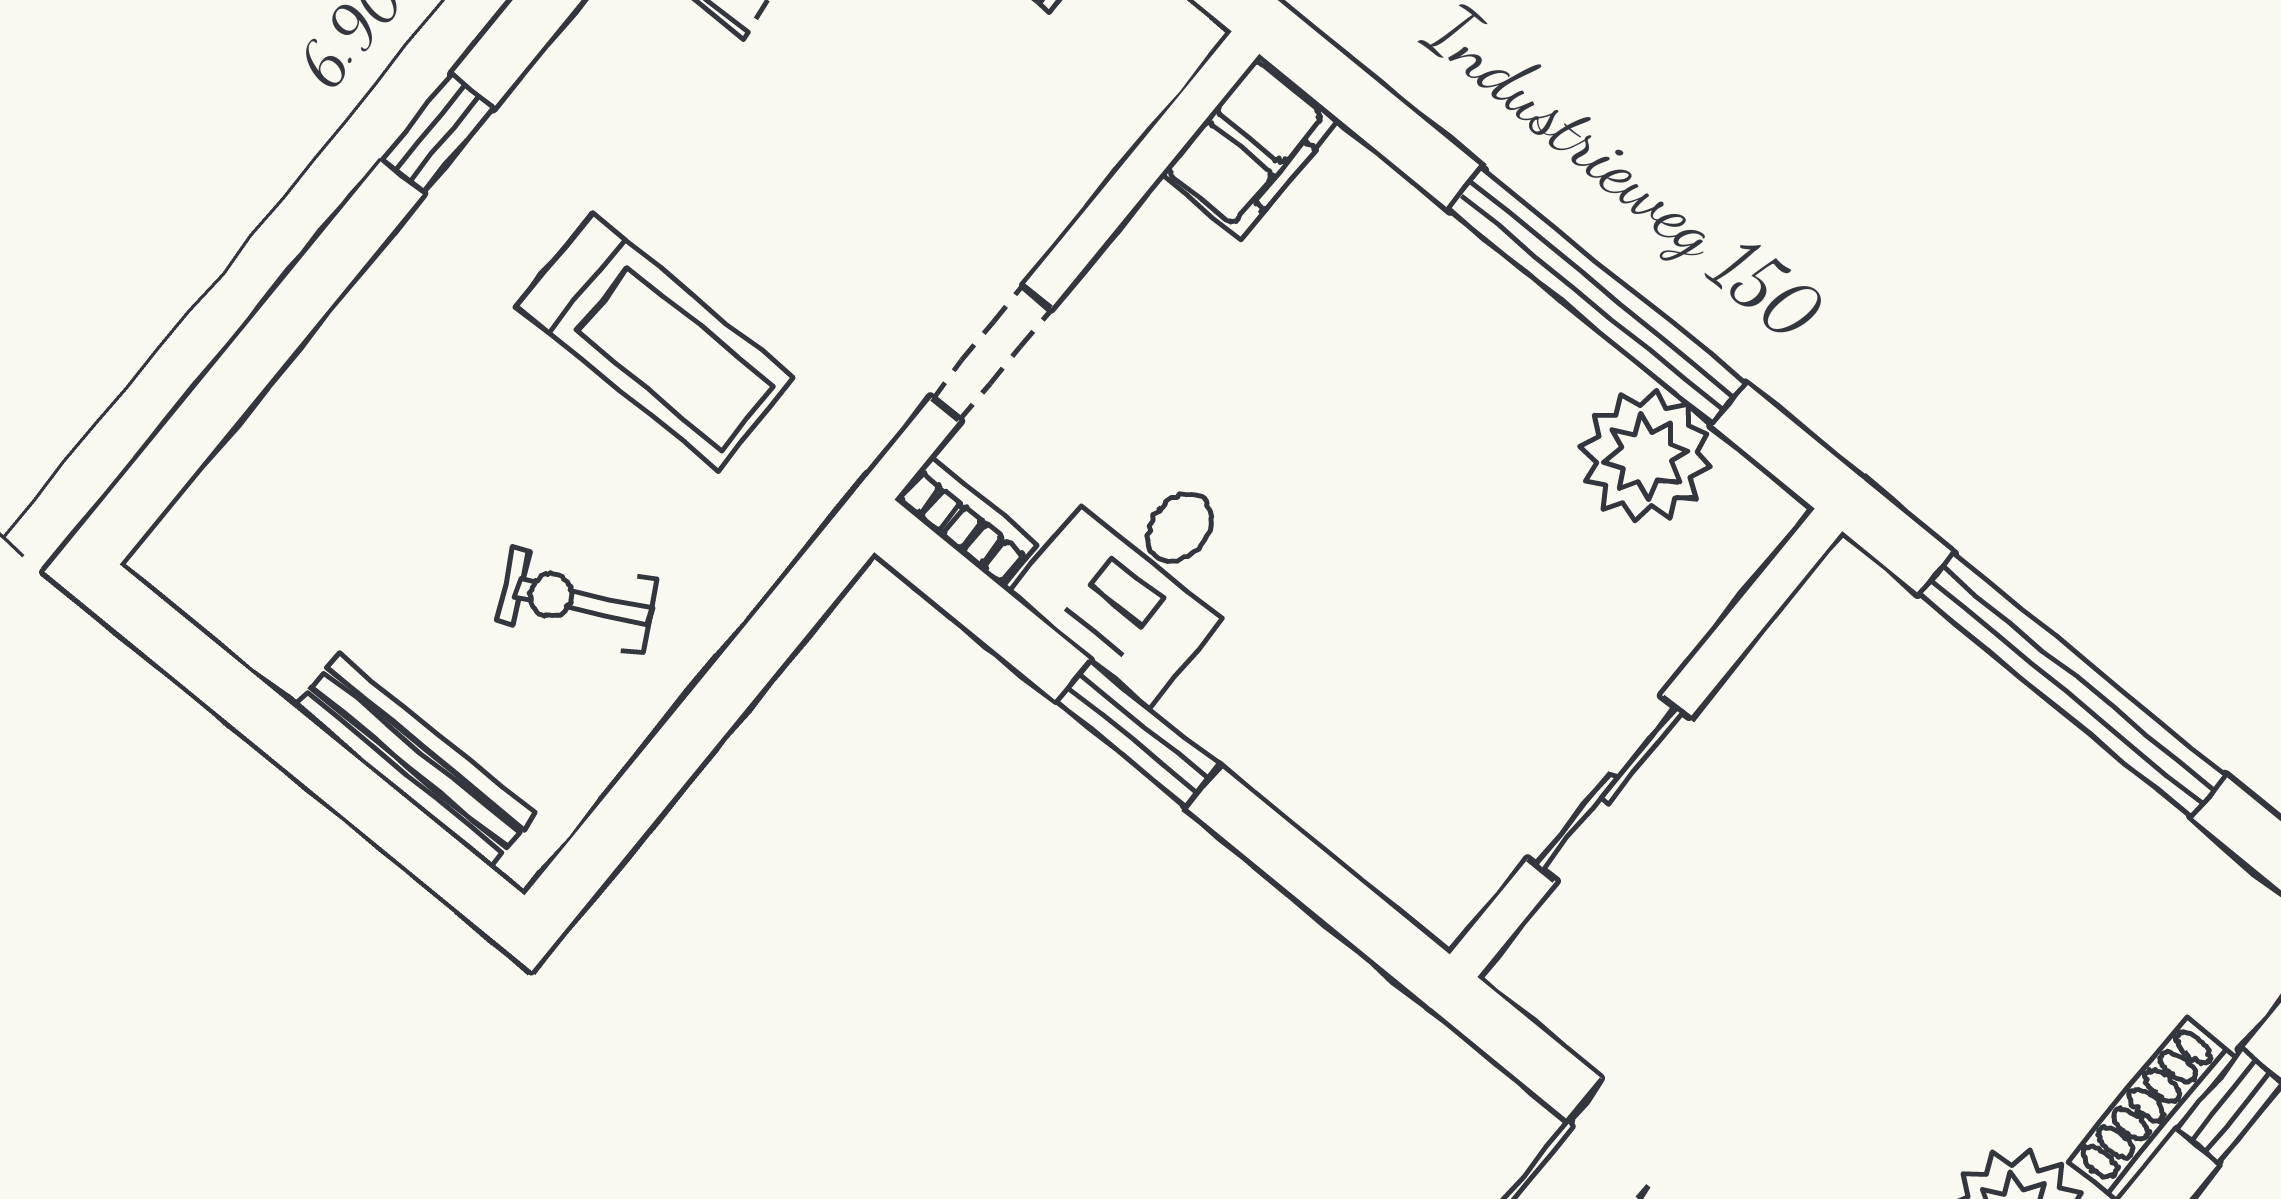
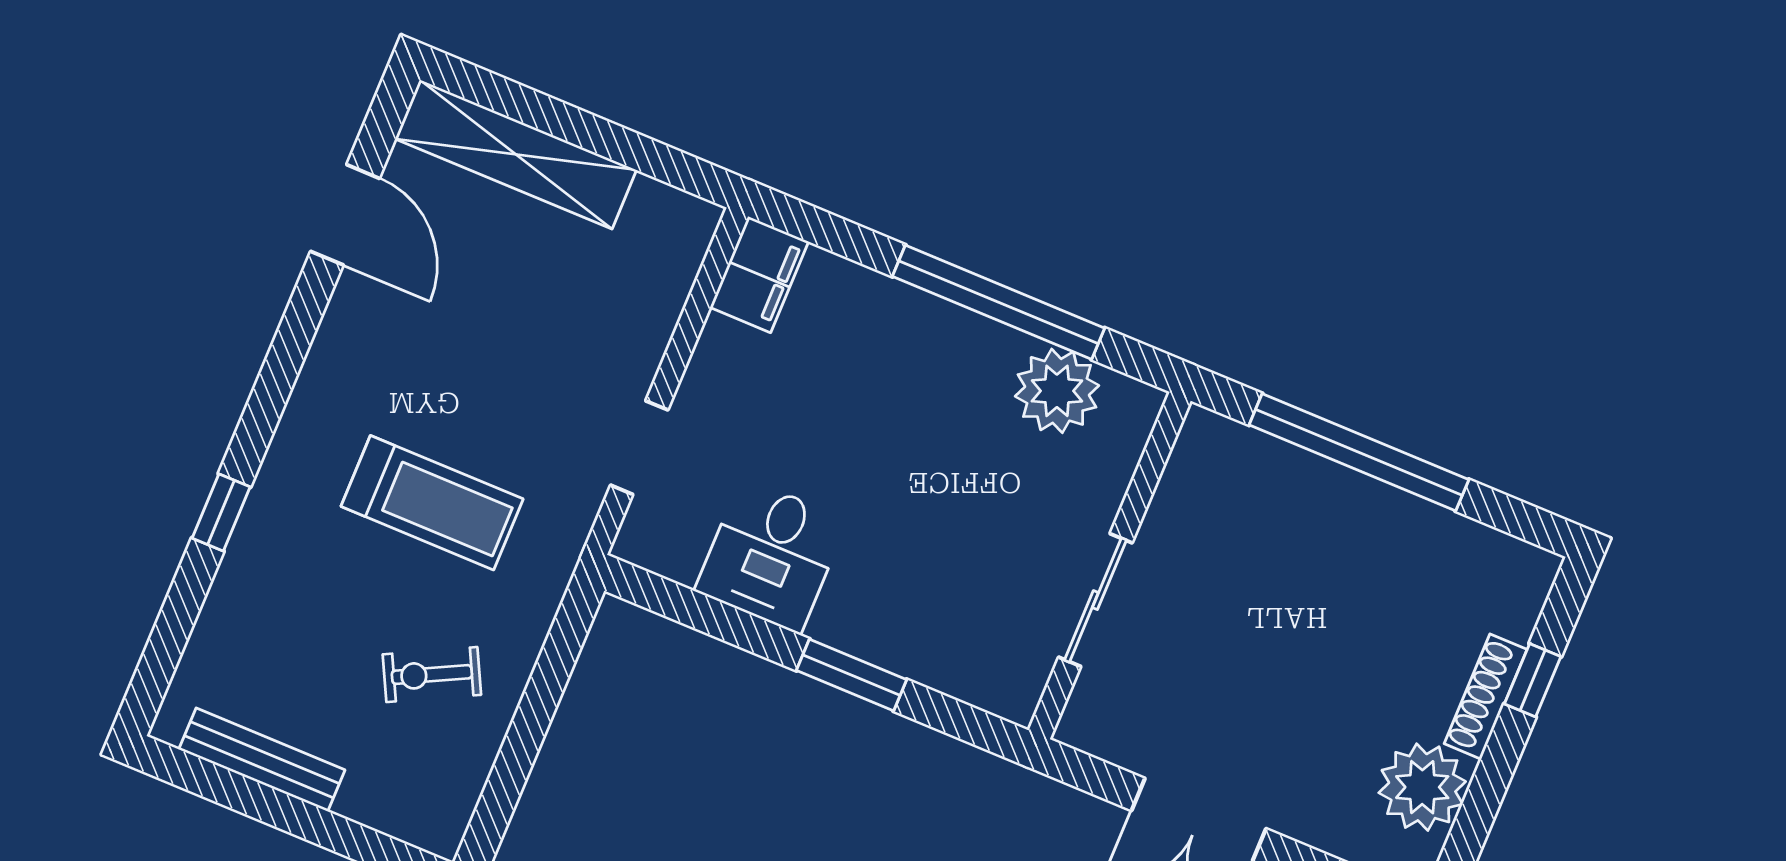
window: (438, 134) -> (221, 512), moved
bookcase: (966, 522) -> (655, 556), removed
window: (1138, 734) -> (851, 675), moved
bench: (415, 760) -> (262, 760), moved

